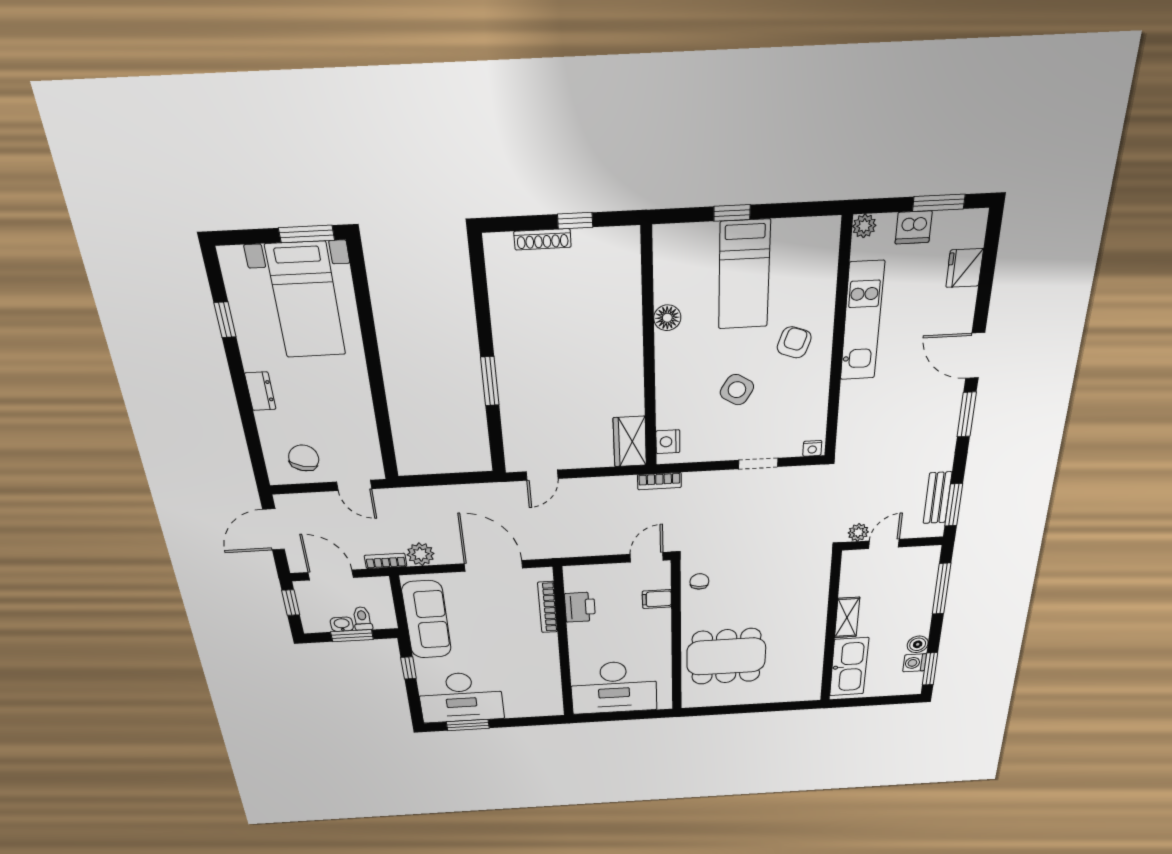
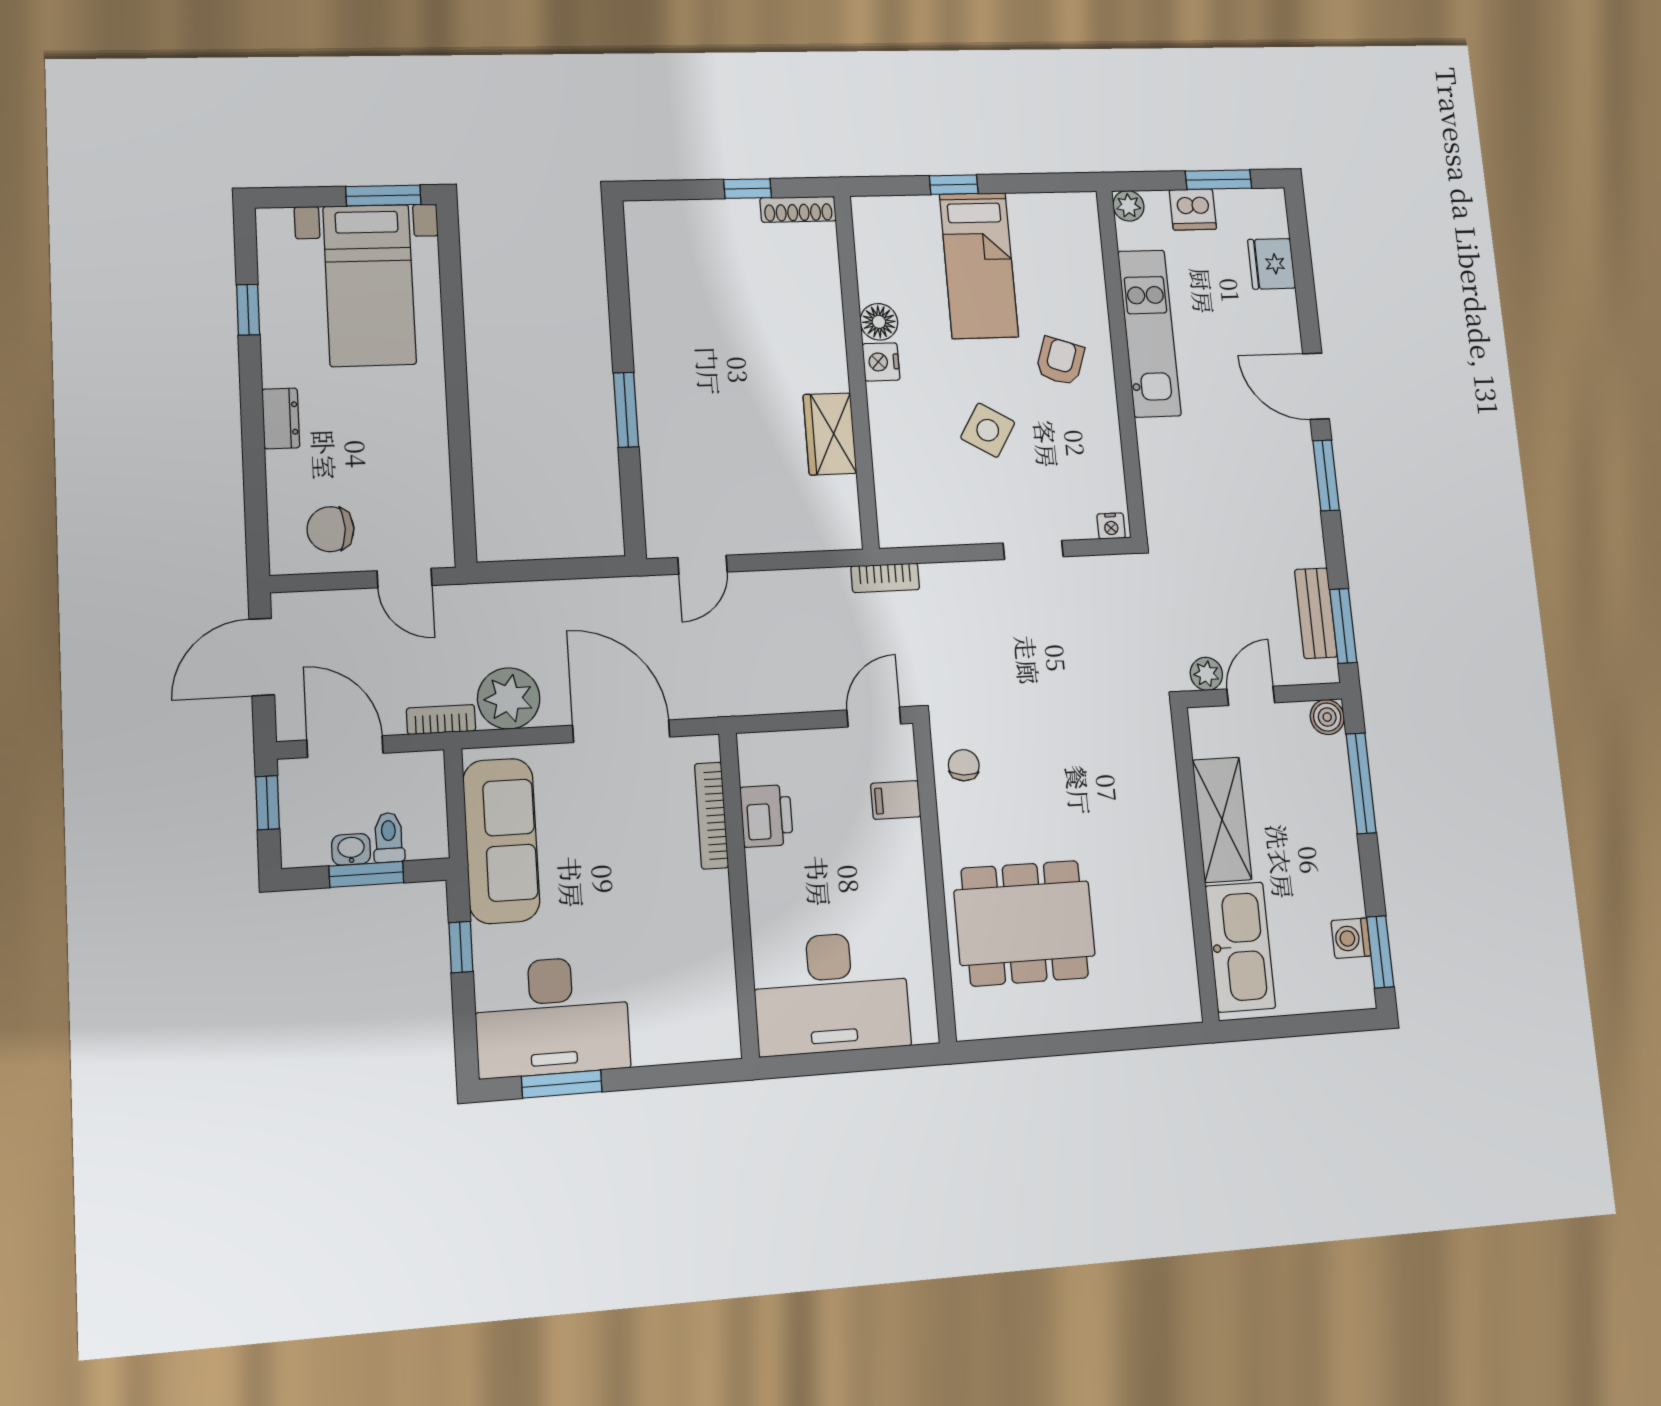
shoe rack: (543, 239) -> (798, 209), moved
wardrobe: (630, 441) -> (830, 434), moved
nightstand: (668, 442) -> (881, 362), moved
chair: (304, 458) -> (330, 529), turned -105
plant: (421, 554) -> (509, 698), width x1.36, depth x1.36
shelving: (847, 618) -> (1222, 820), width x1.50, depth x1.33
boiler: (918, 644) -> (1327, 717), moved

